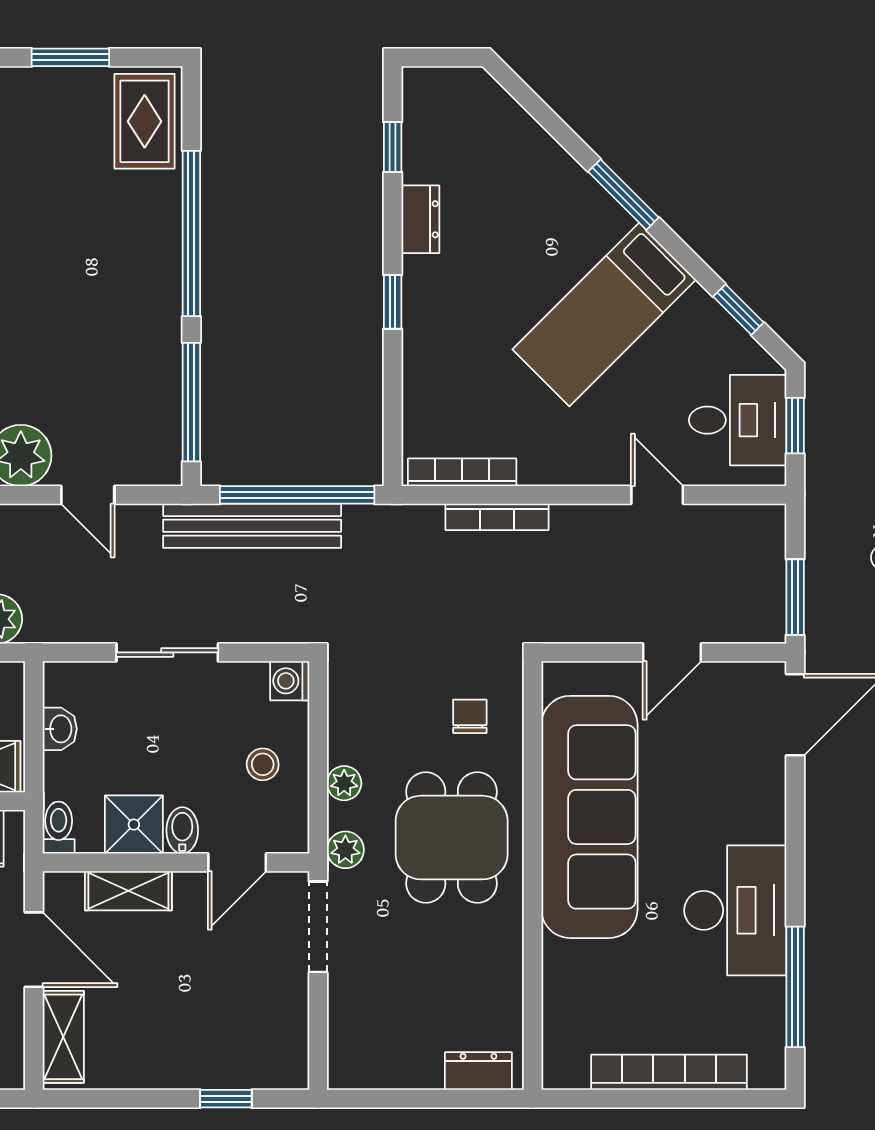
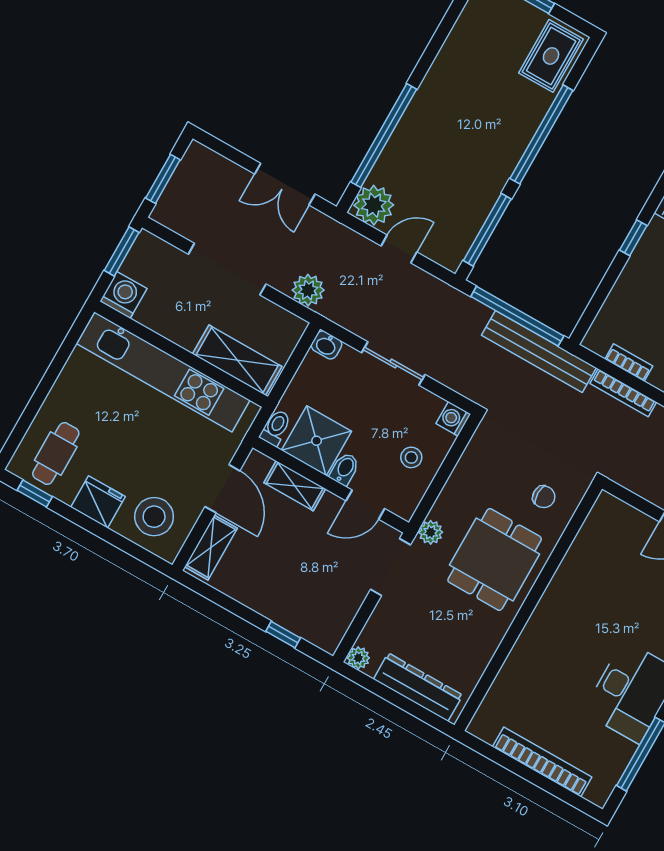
bookcase: (462, 472) -> (629, 363), width x0.64
door: (88, 495) -> (399, 249), swing flipped
bench: (252, 526) -> (539, 352), moved
chair: (470, 716) -> (544, 497), turned 90
washbasin: (60, 729) -> (326, 345), moved, turned 90
plant: (344, 783) -> (358, 658), moved
sofa: (589, 817) -> (579, 592), removed
shower: (134, 825) -> (317, 441), width x1.36, depth x1.36
dresser: (478, 1071) -> (418, 687), width x1.96, depth x1.24

